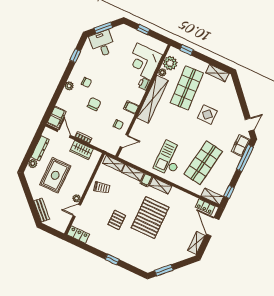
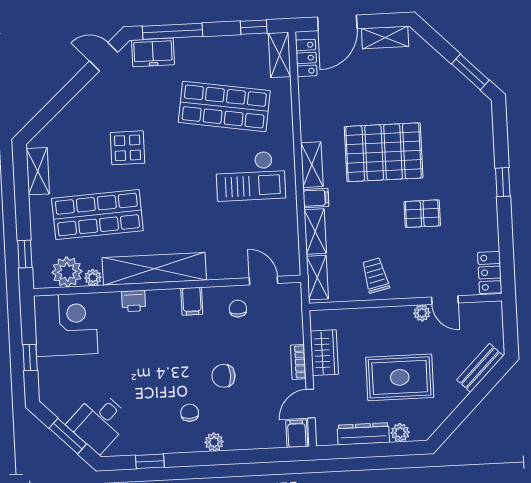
corner desk: (144, 62) -> (66, 325), moved, turned -90
filing cabinet: (57, 117) -> (297, 434), width x0.50

